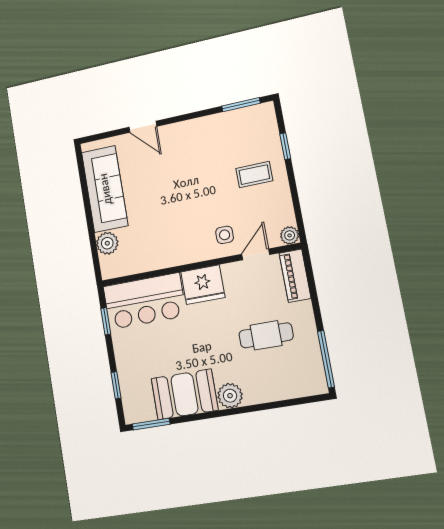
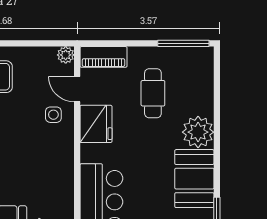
fridge: (203, 285) -> (96, 124), moved
plant: (230, 396) -> (198, 132), width x1.36, depth x1.36

